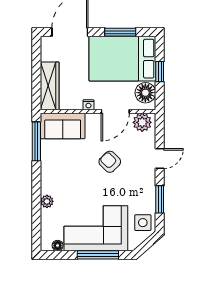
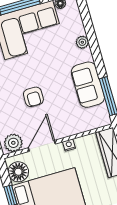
sofa: (63, 126) -> (88, 85), moved, turned -90
armchair: (110, 162) -> (33, 97), turned 45

